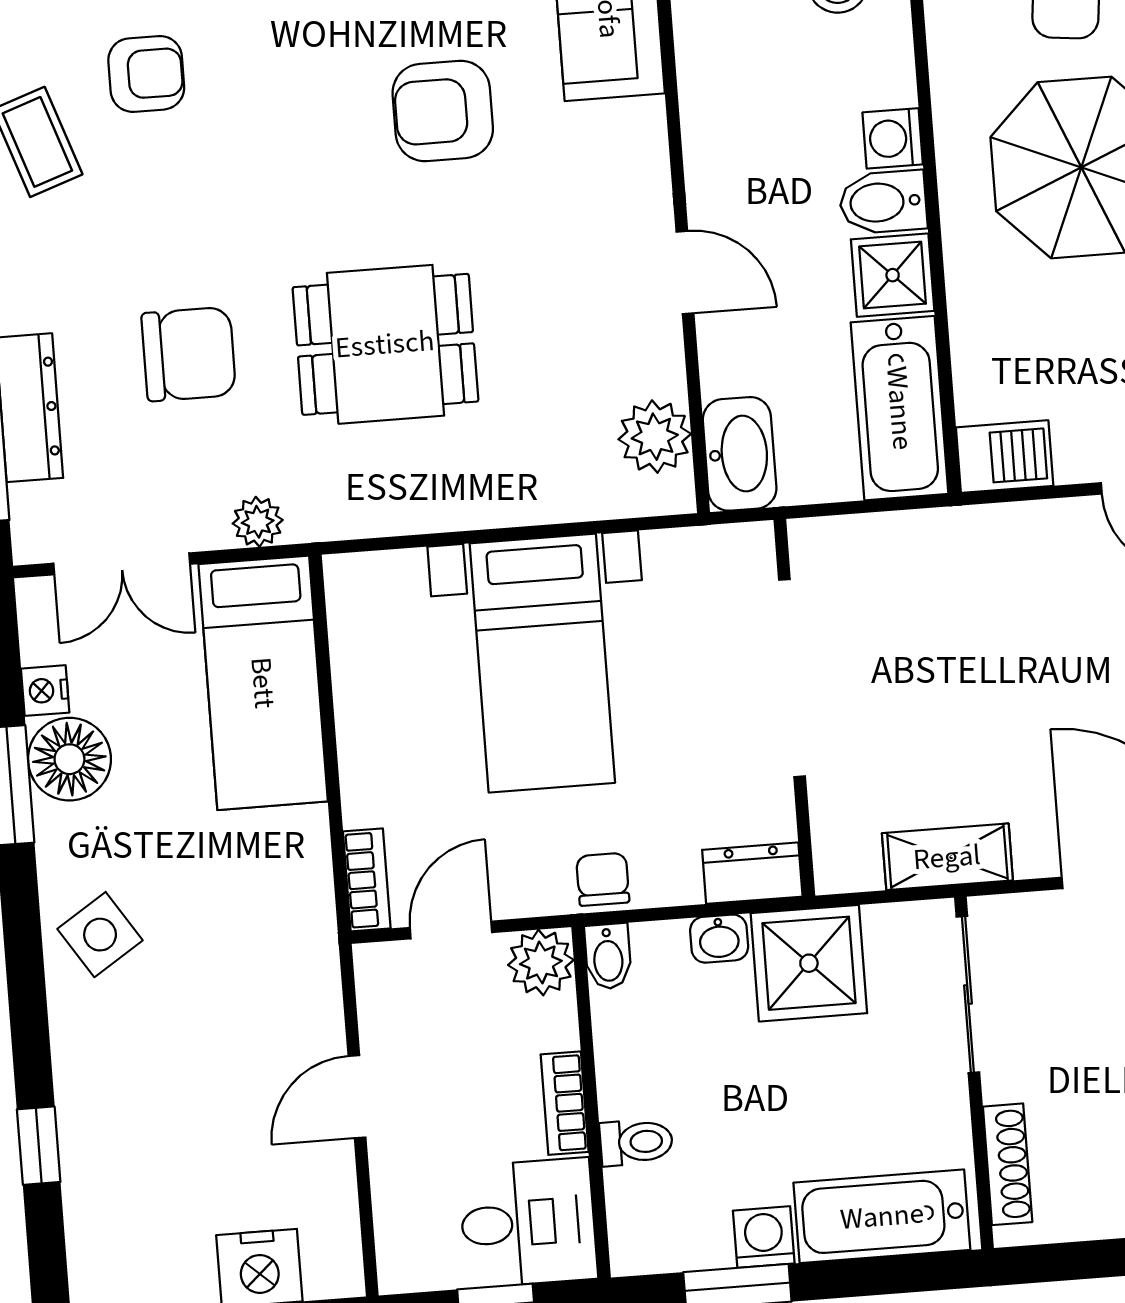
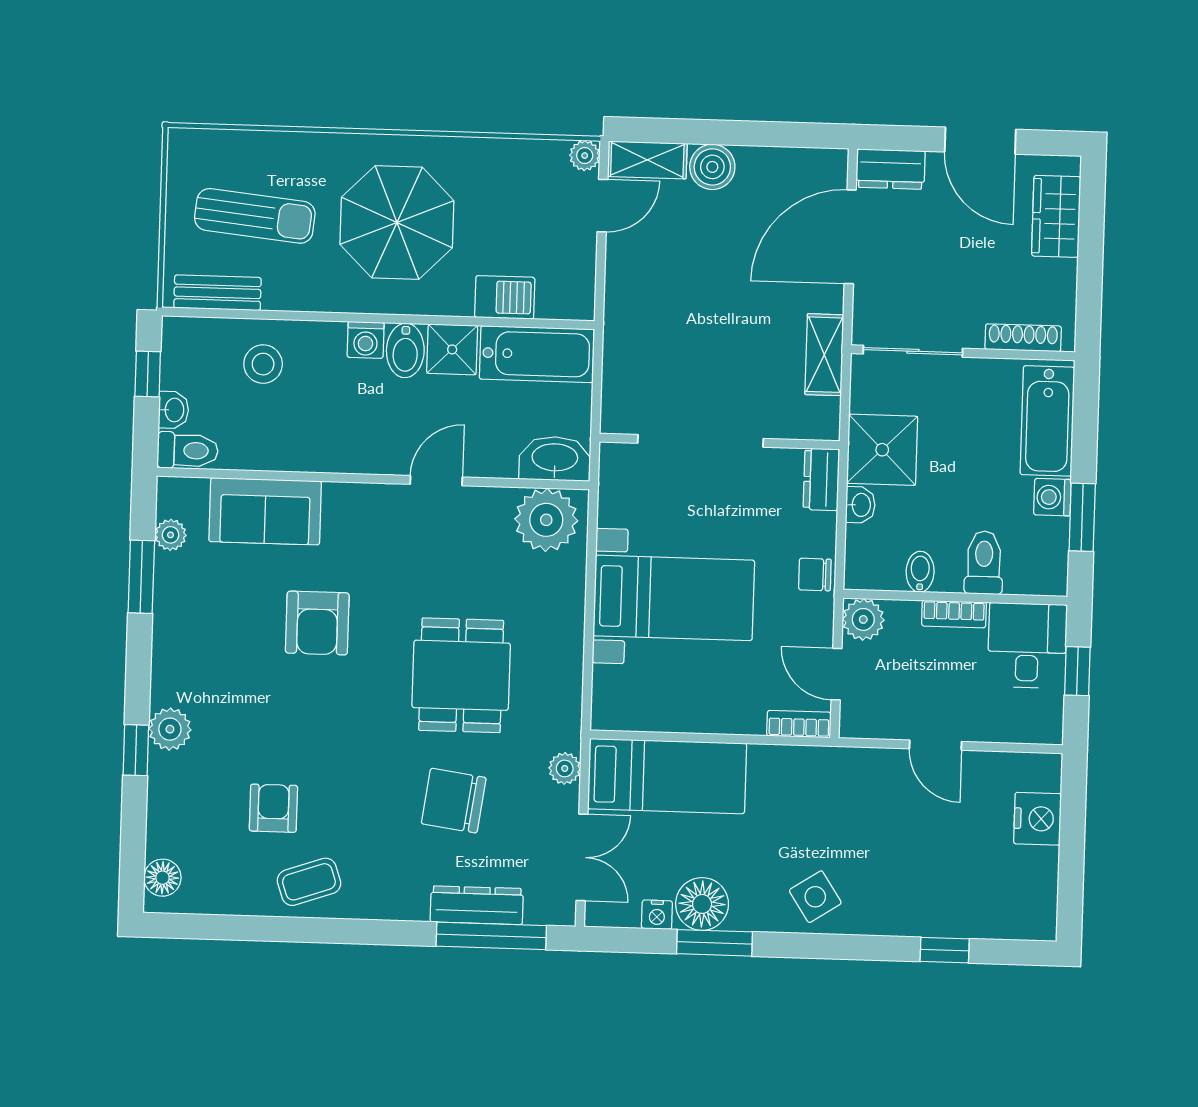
chair: (189, 354) -> (454, 801), turned -82
plant: (655, 437) -> (546, 520), width x1.36, depth x1.36
barbecue: (1005, 457) -> (505, 297), moved, turned 90
bidet: (608, 956) -> (920, 572), moved, turned -90
toilet: (636, 1142) -> (984, 563), width x1.37, depth x1.39

